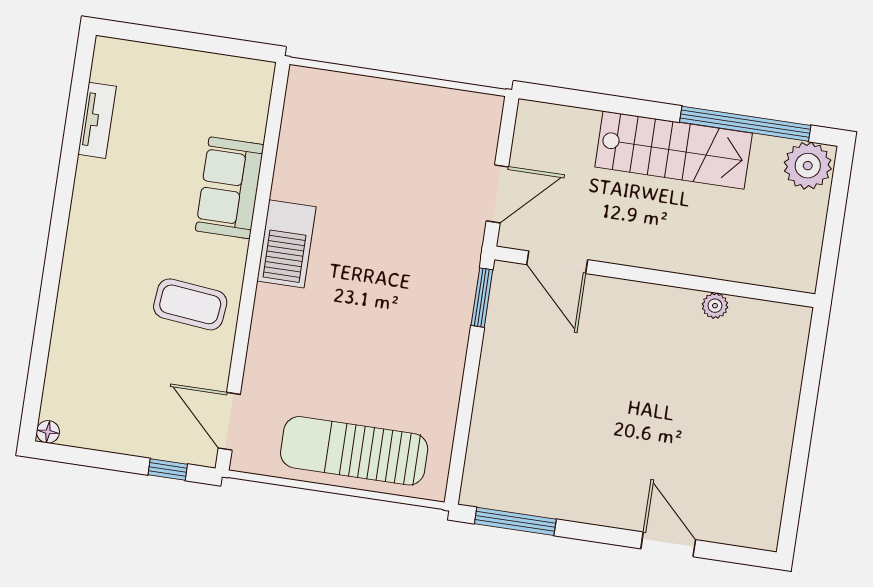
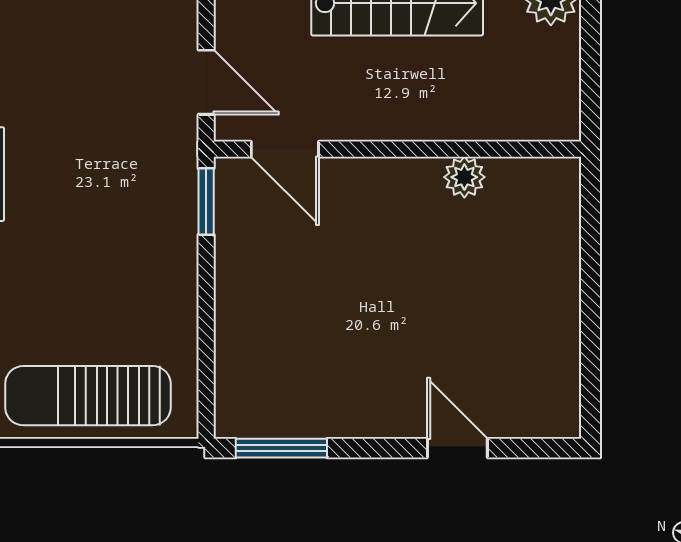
door: (497, 194) -> (206, 82), hinge flipped
plant: (715, 306) -> (464, 177), width x1.38, depth x1.38

